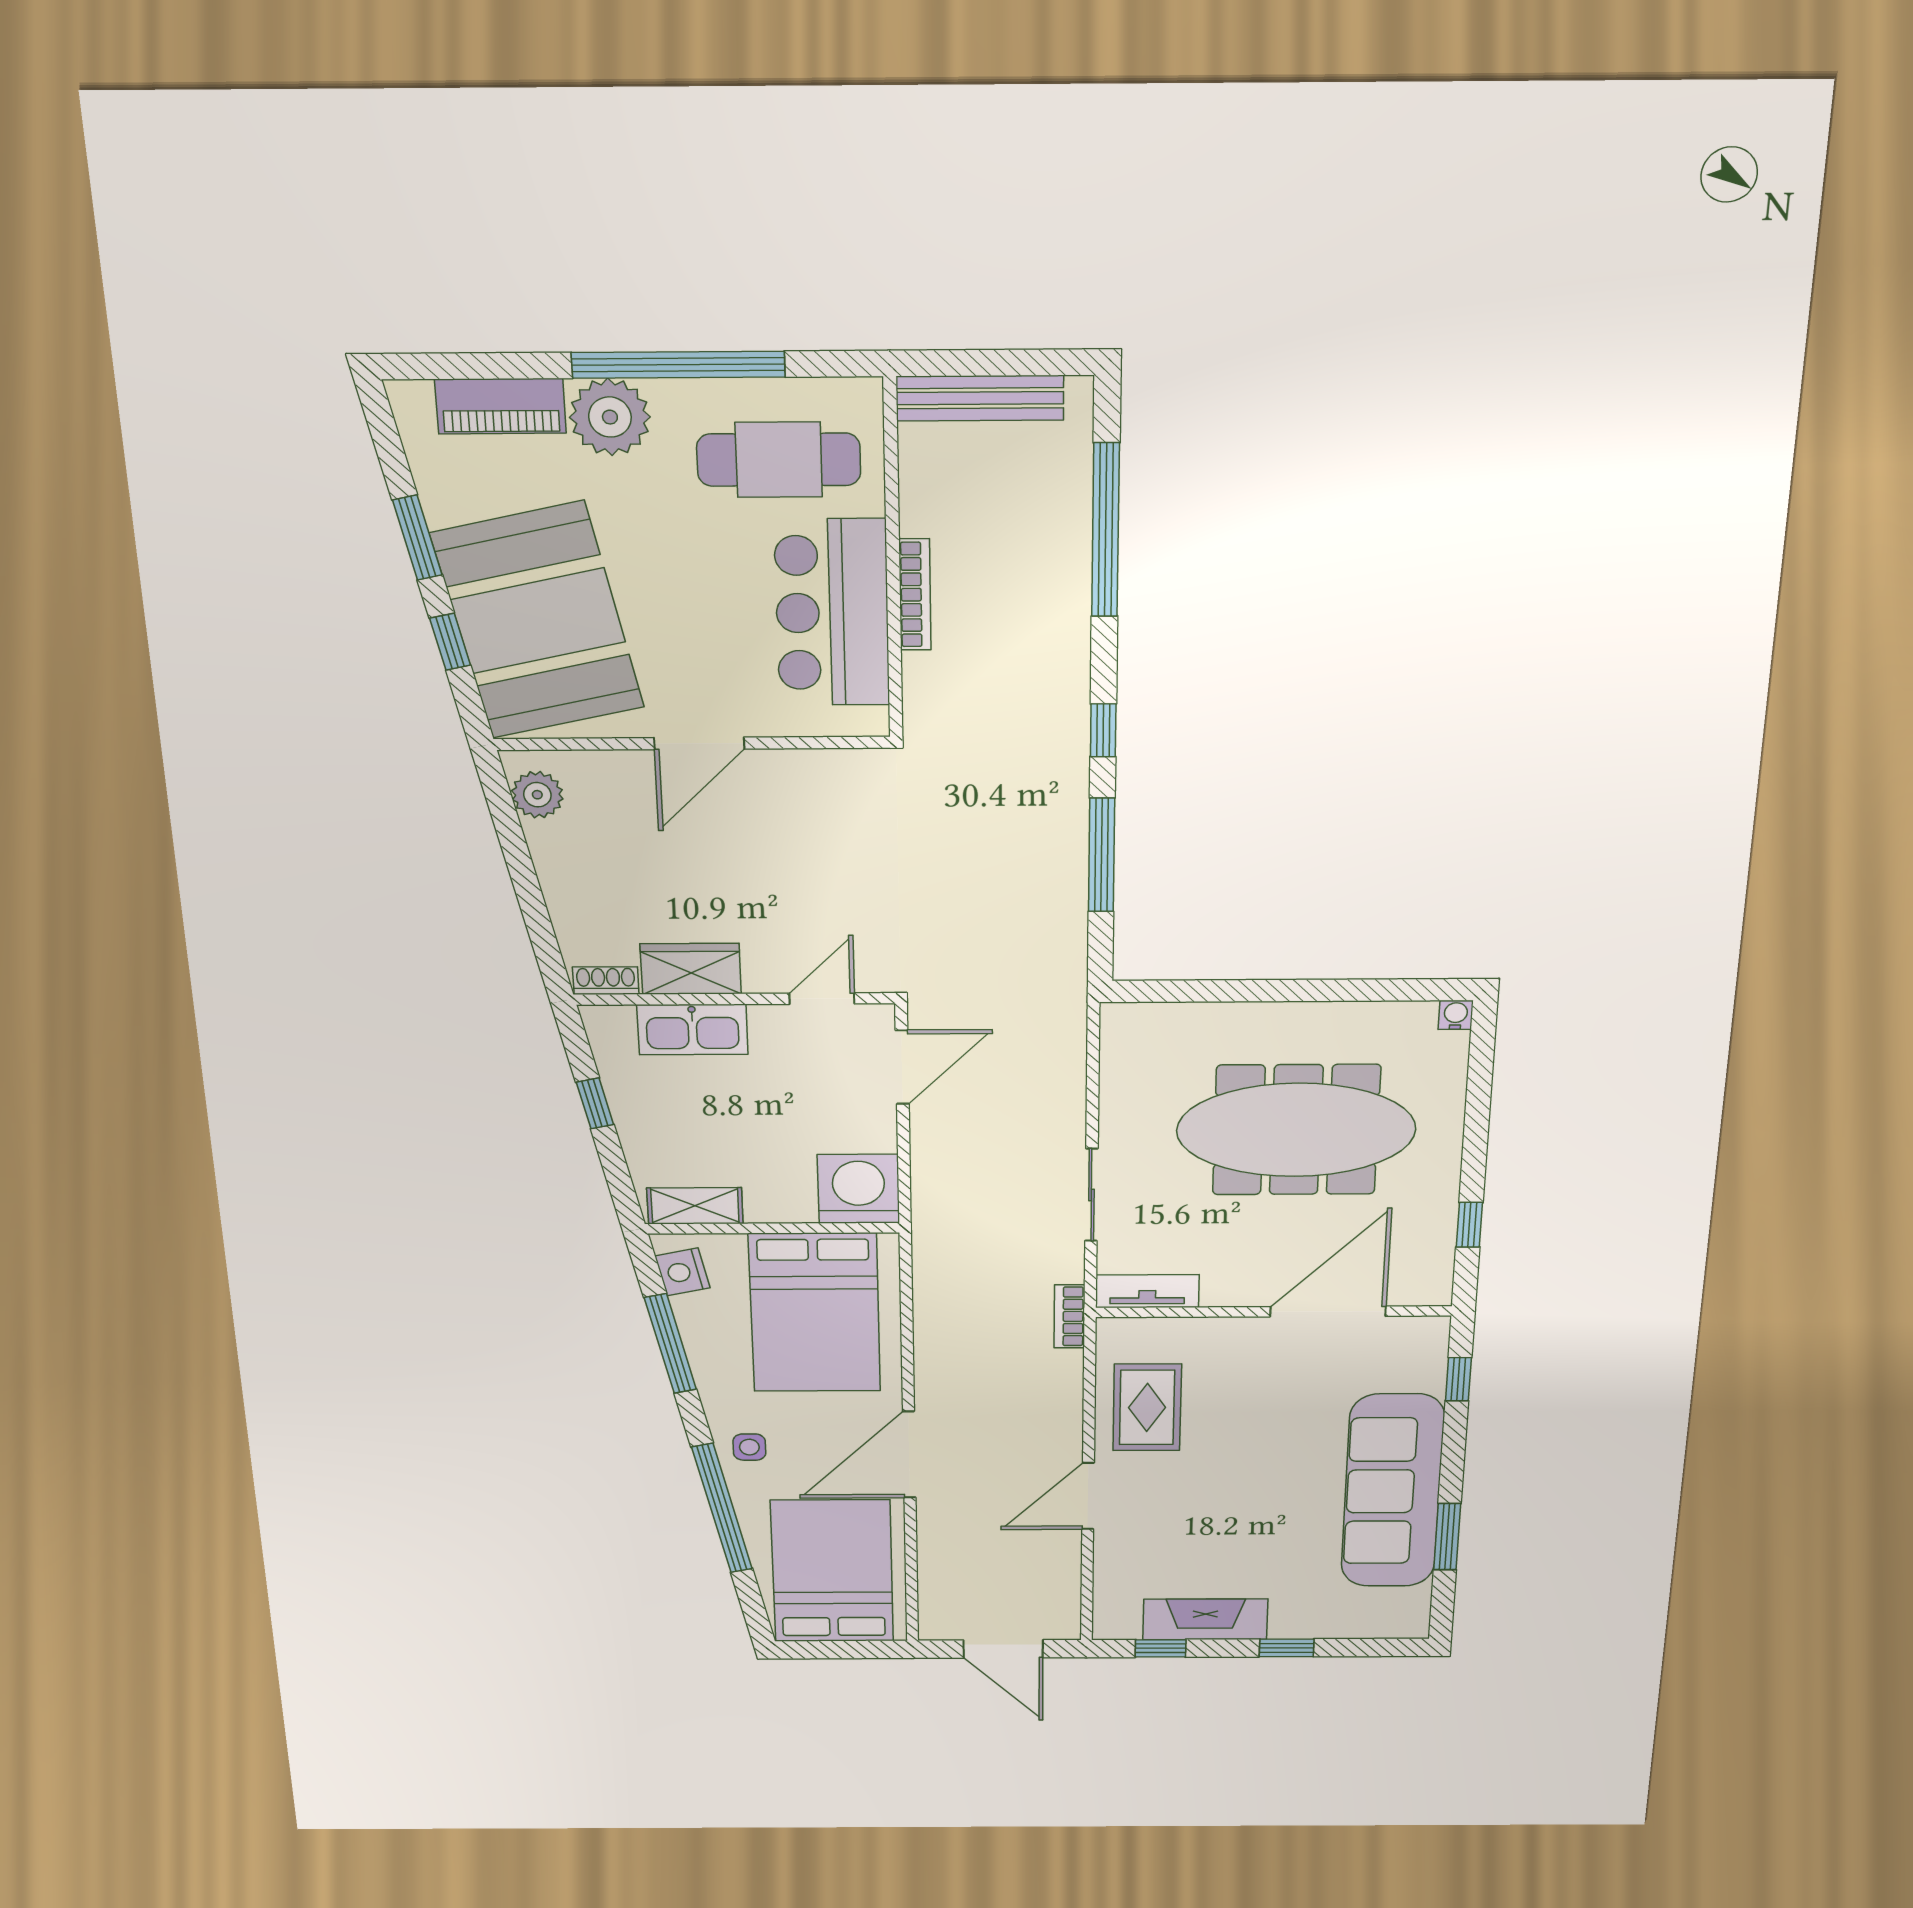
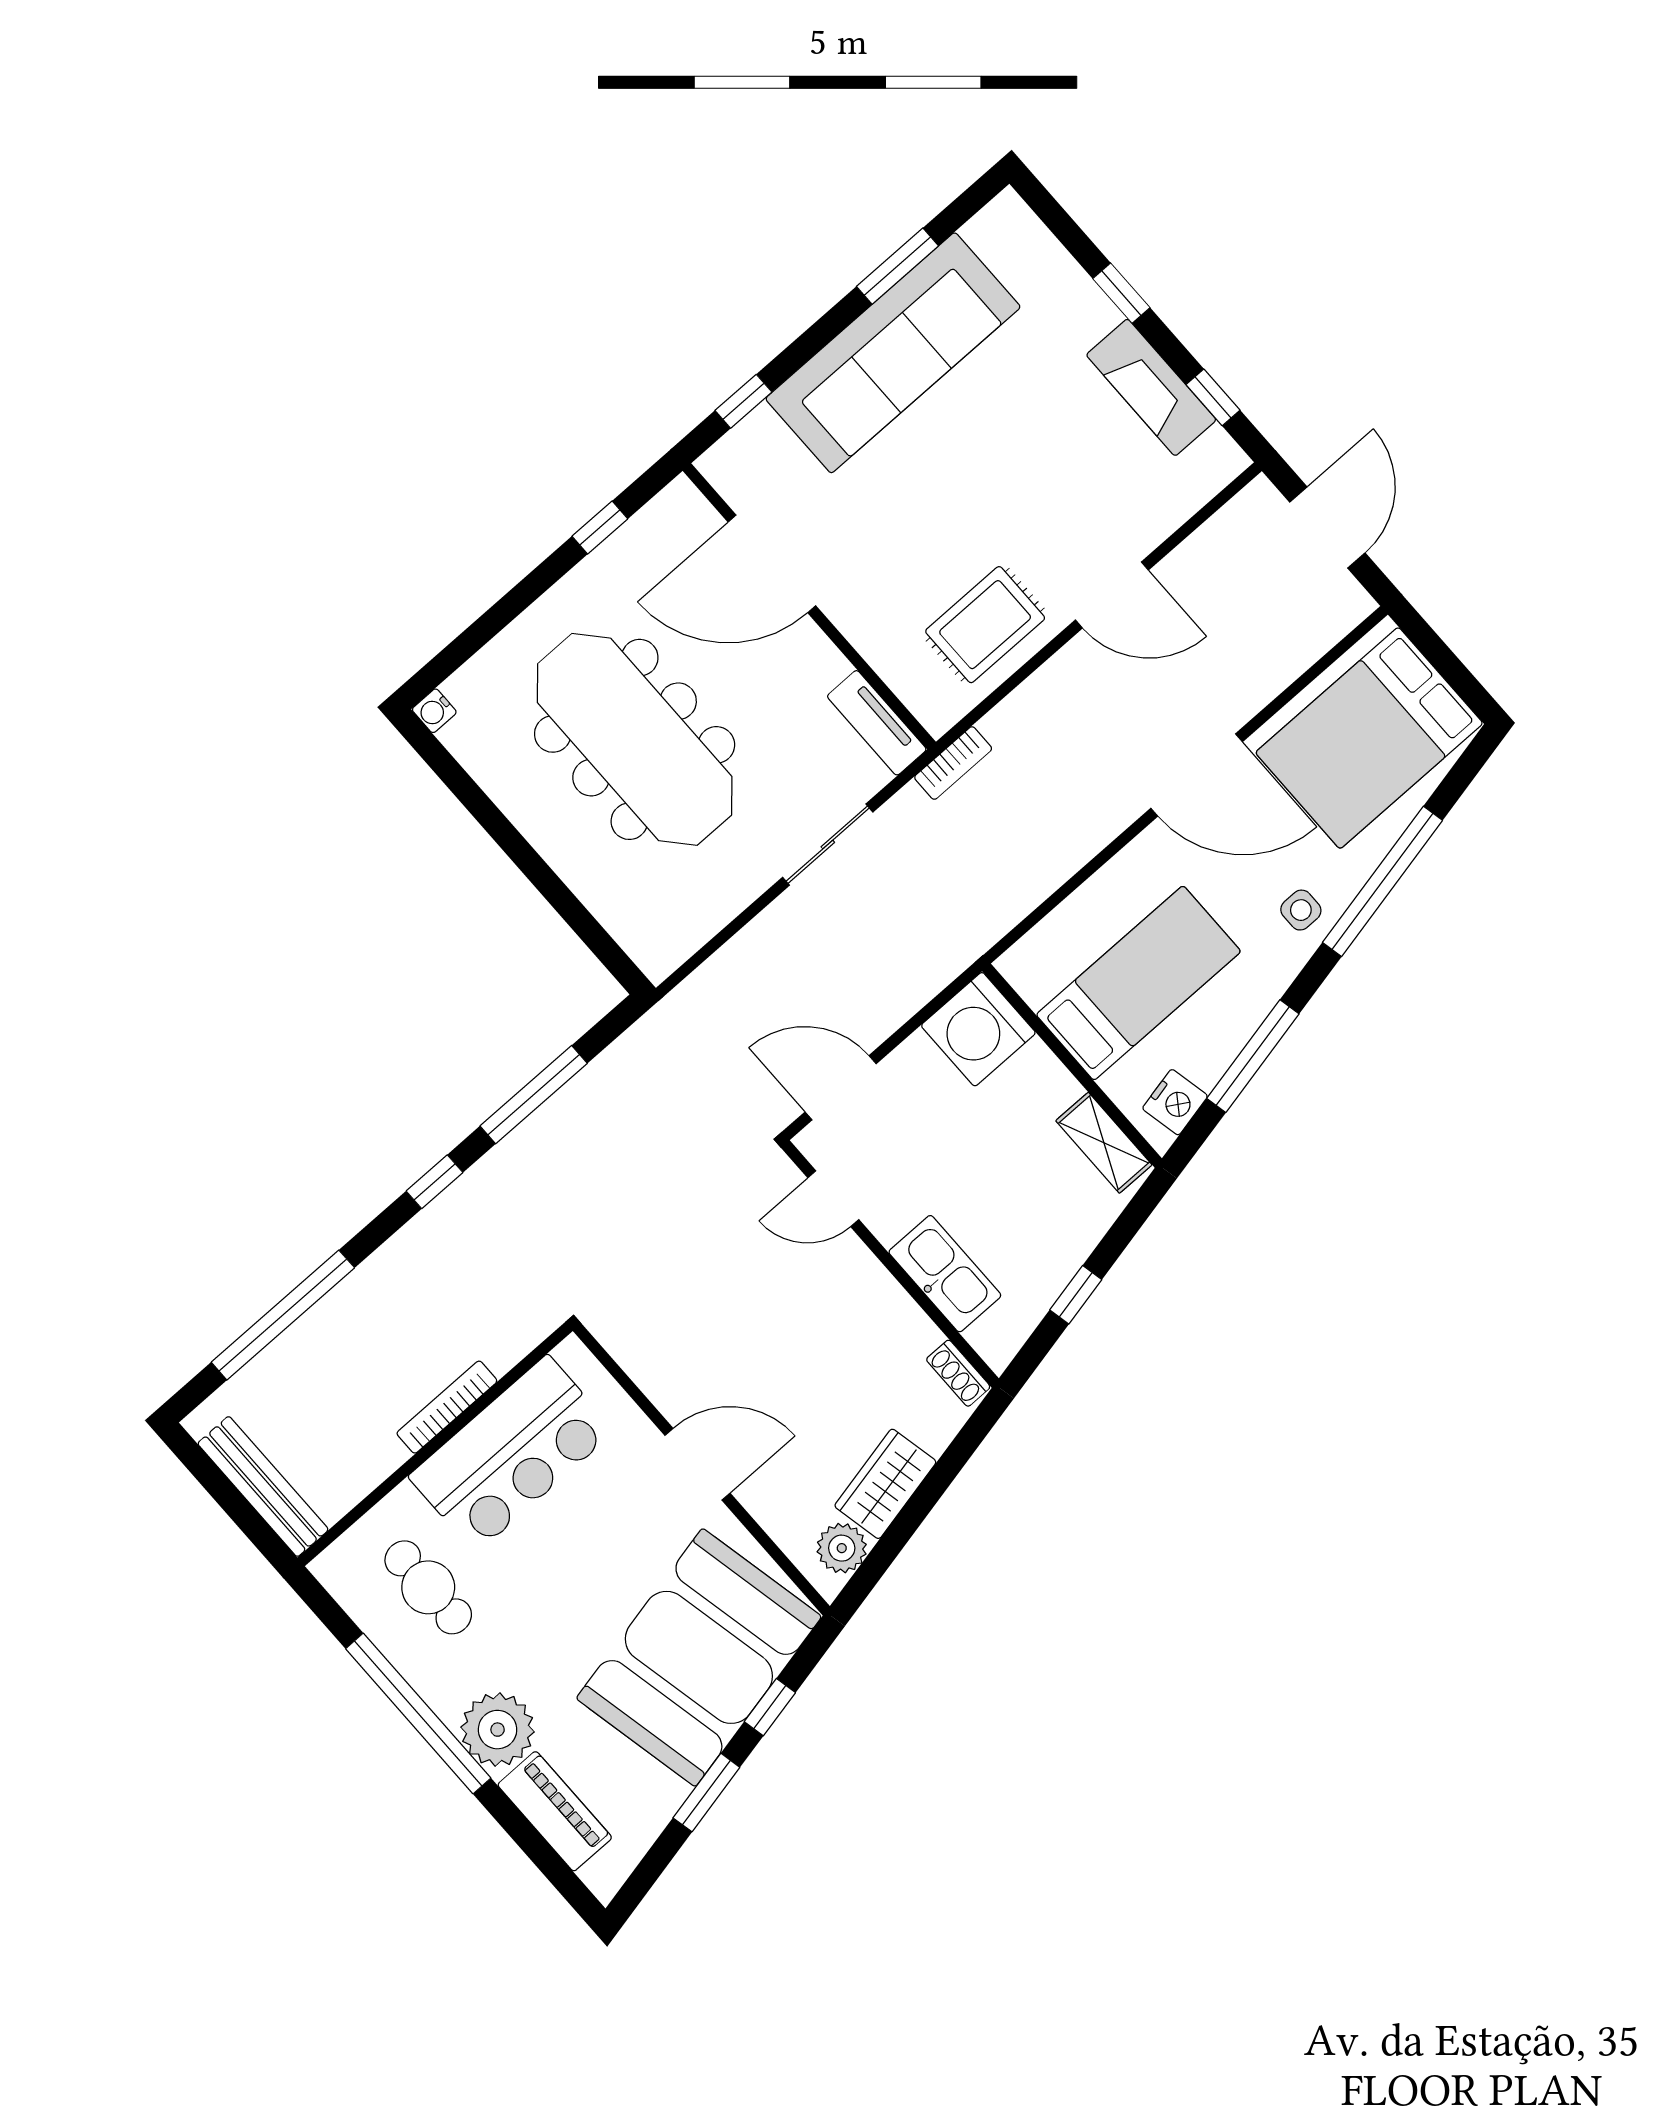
cafe table: (779, 460) -> (428, 1587), width x0.73, depth x0.74
wardrobe: (691, 969) -> (885, 1484), moved, turned 78
bed: (815, 1313) -> (1138, 983), width x0.67

